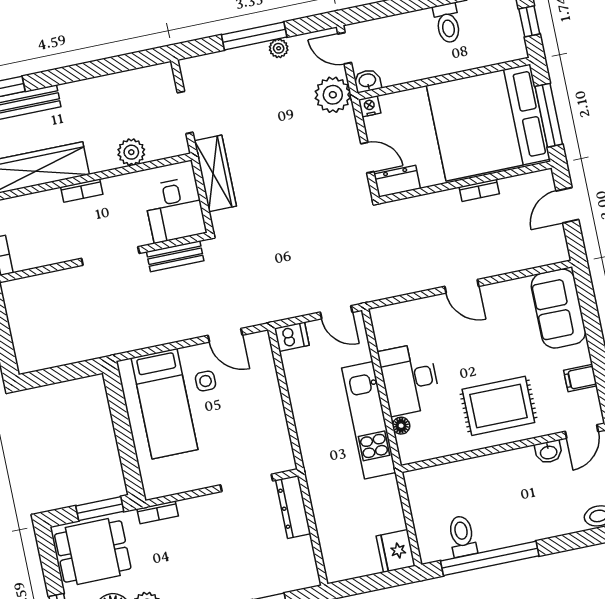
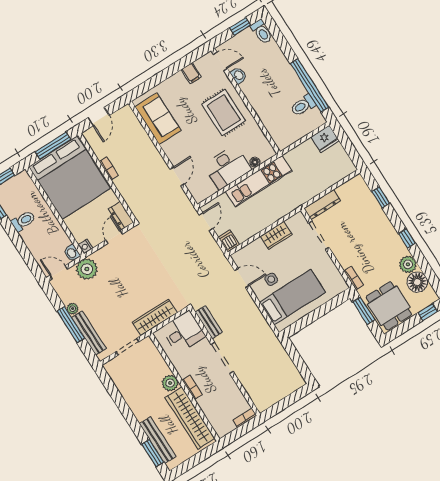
door: (345, 48) -> (59, 272), swing flipped
bench: (230, 60) -> (89, 333), added
plant: (131, 152) -> (170, 383), moved
door: (567, 205) -> (99, 117), hinge flipped
door: (462, 286) -> (177, 177), moved
sofa: (558, 309) -> (158, 119), moved, turned -90
door: (225, 335) -> (242, 278), hinge flipped
wardrobe: (272, 415) -> (276, 235), added

